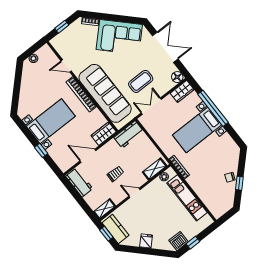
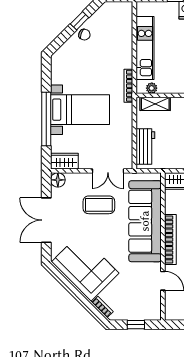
workbench: (129, 134) -> (145, 147), moved, turned 90

